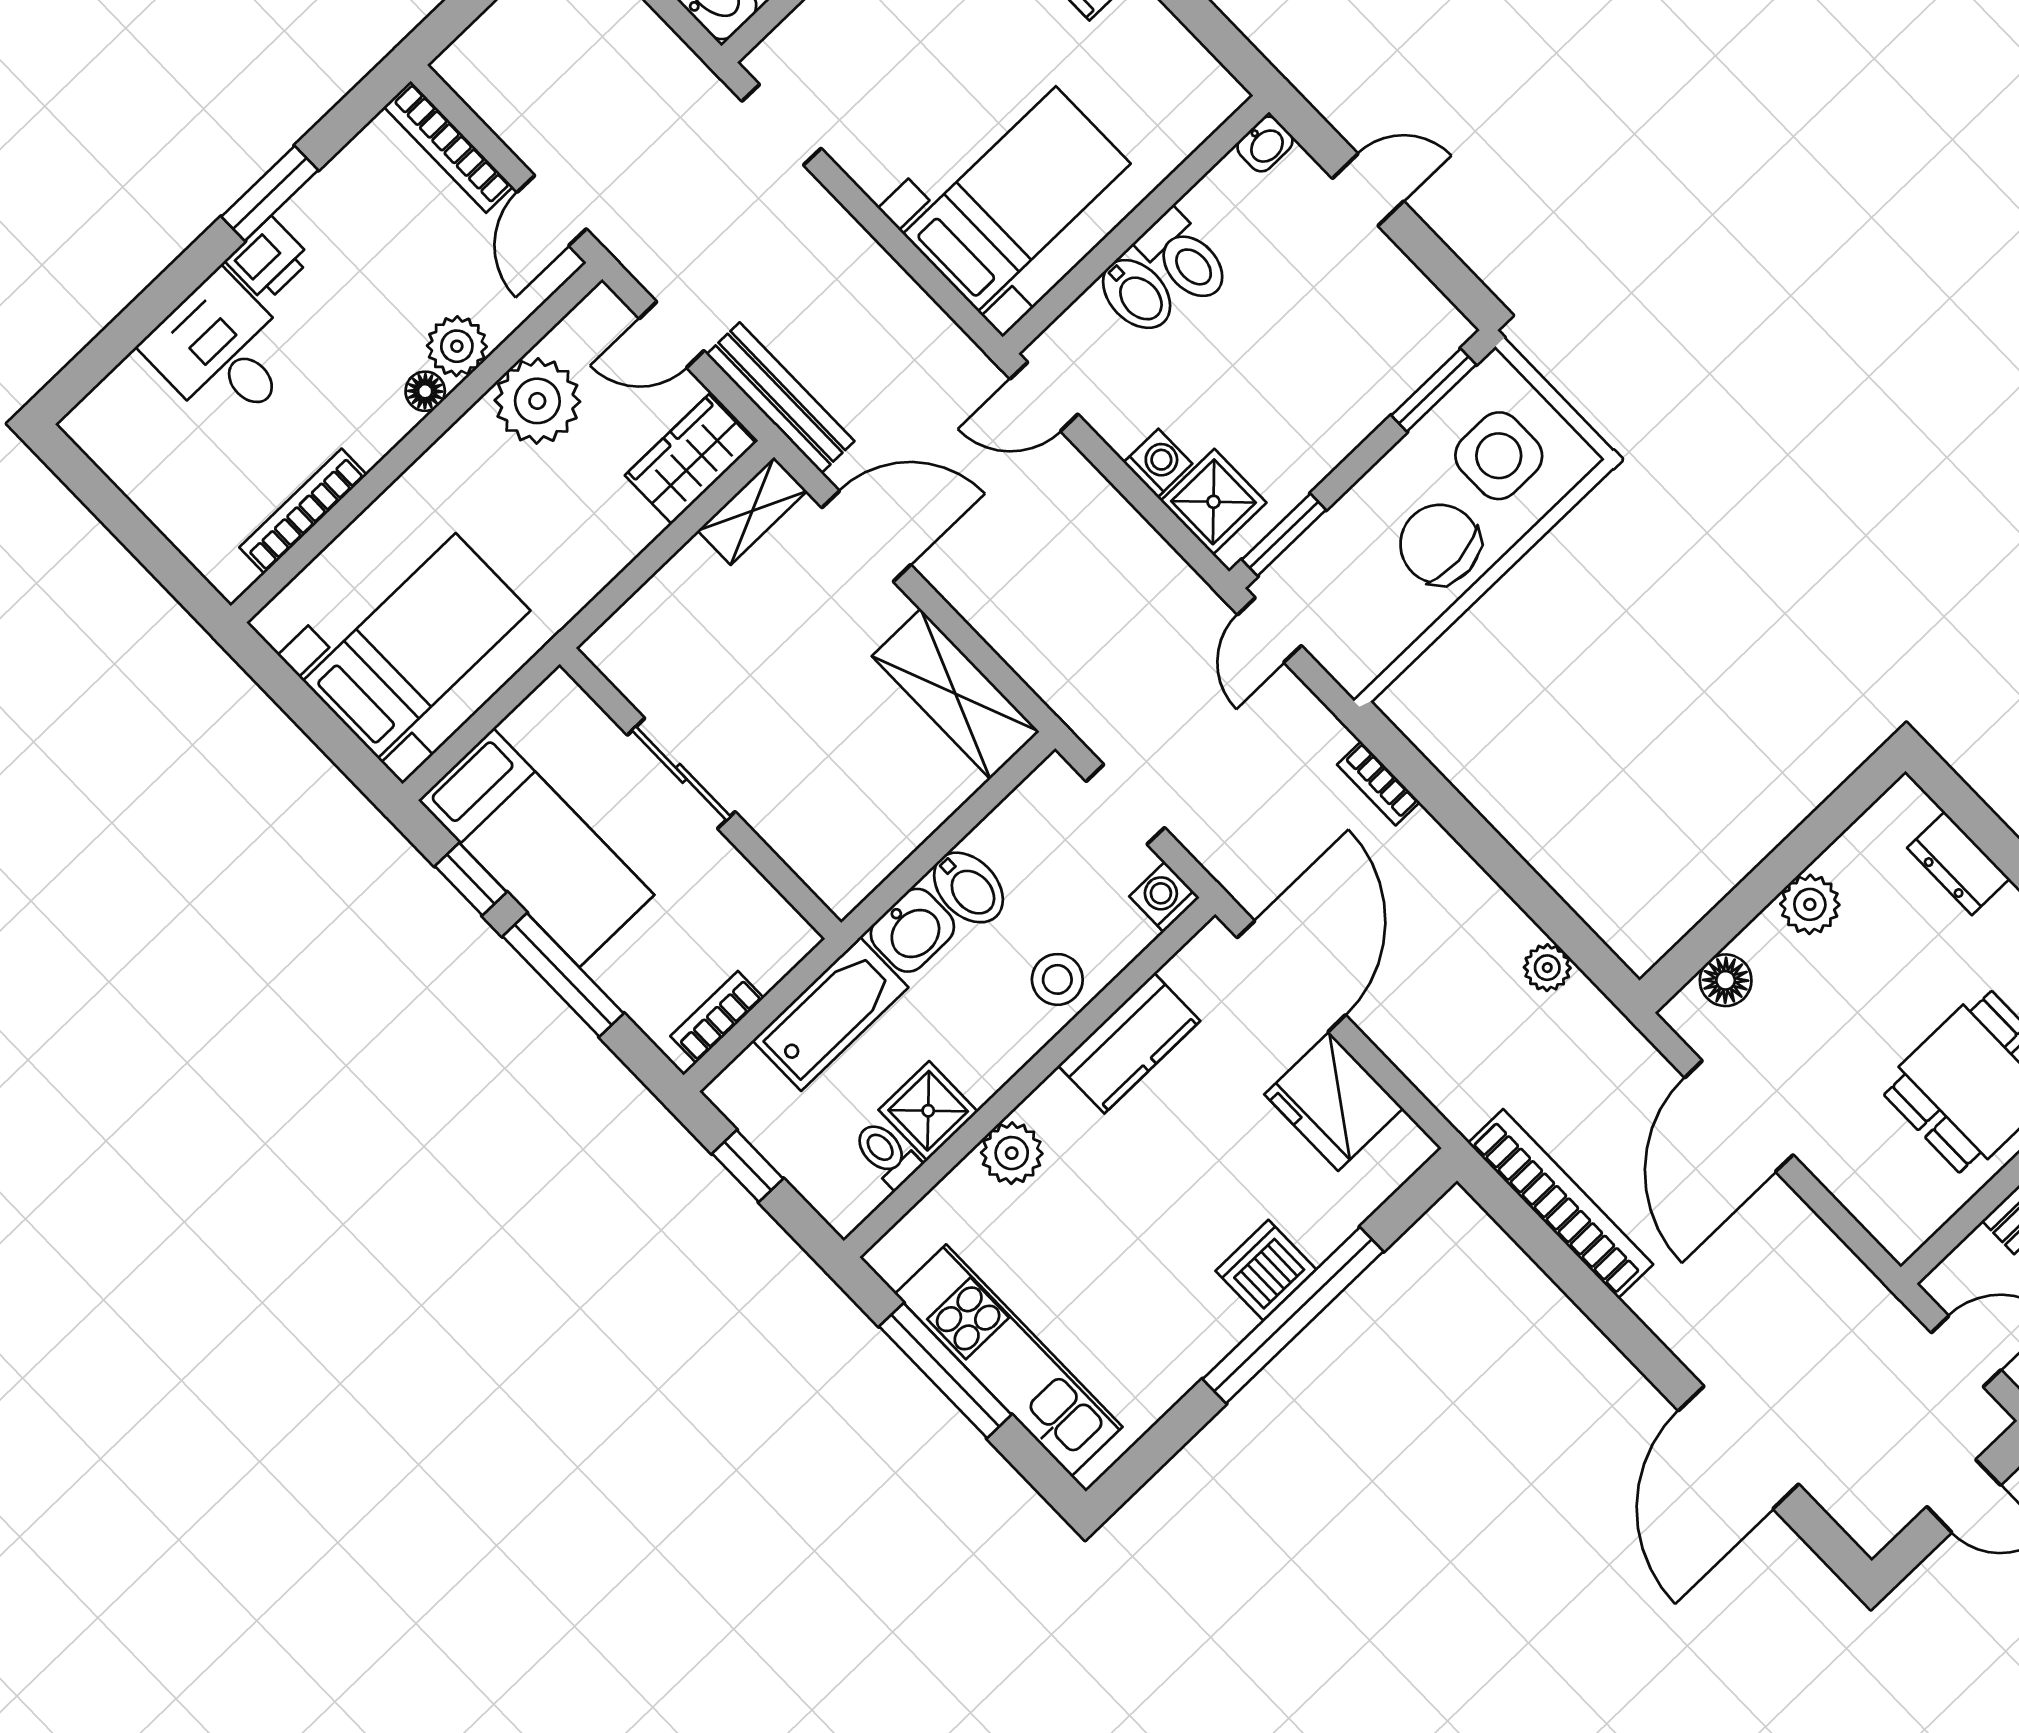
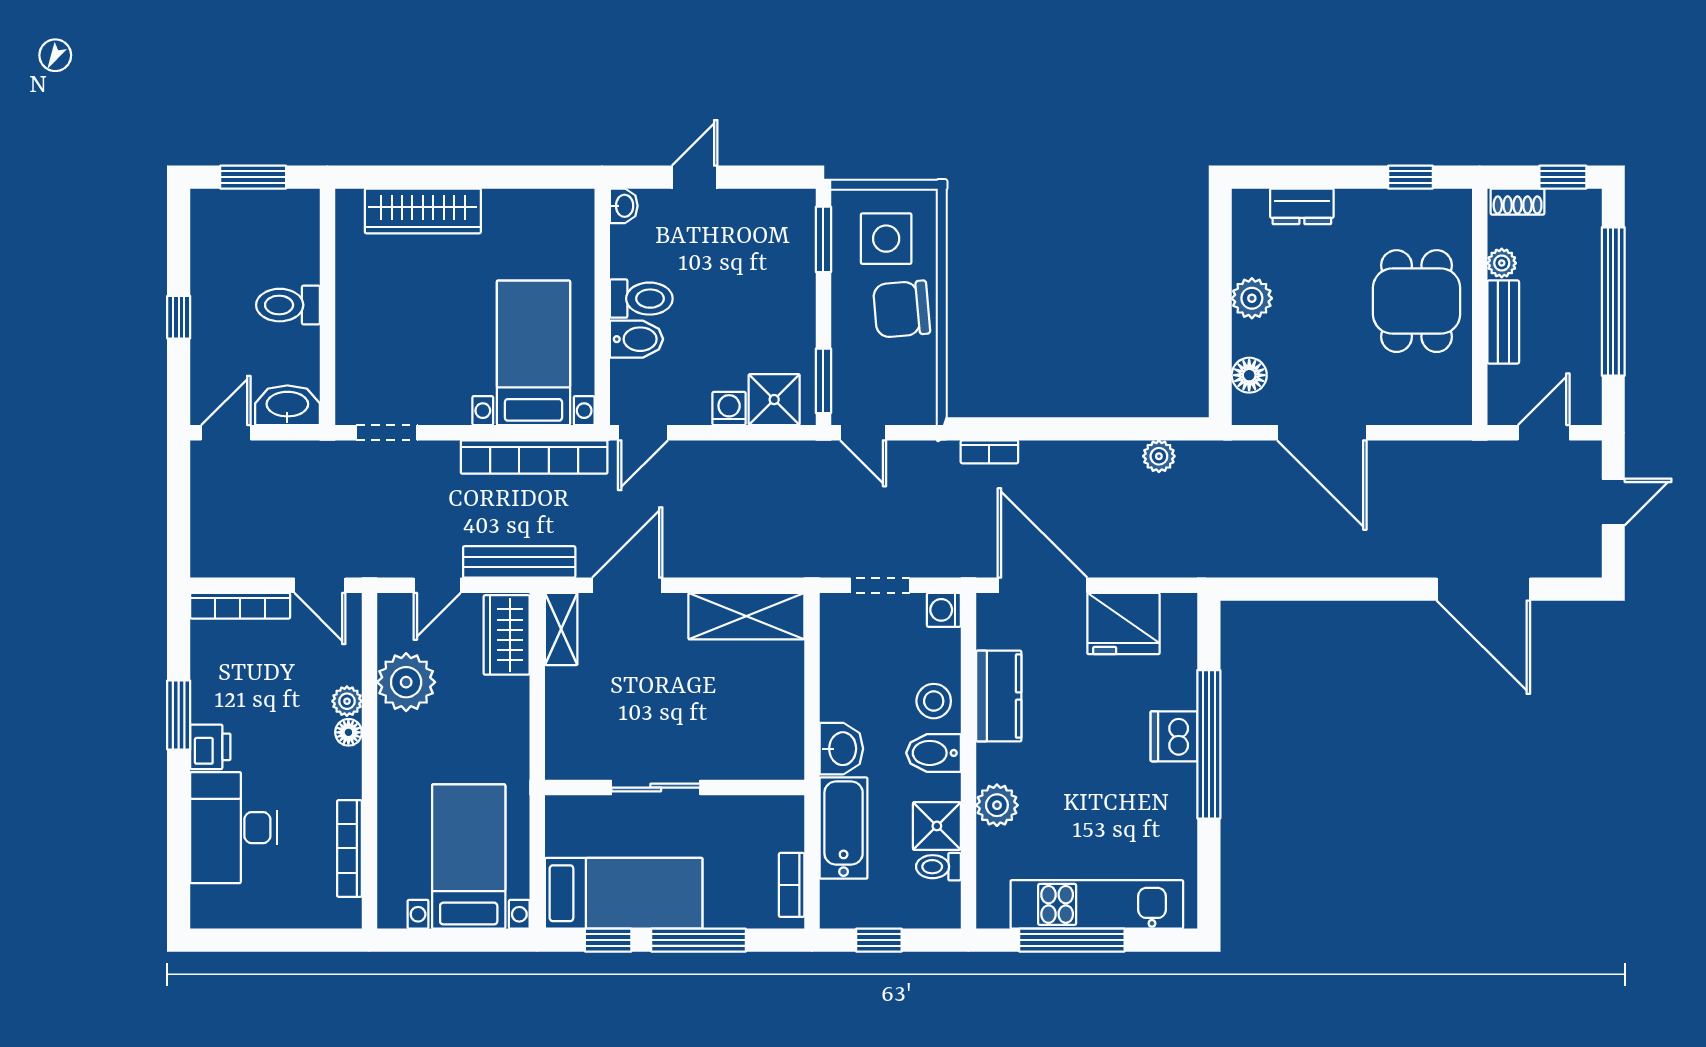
plant: (457, 346) -> (347, 701), width x0.73, depth x0.73
desk: (223, 352) -> (234, 828), width x1.37
bidet: (968, 887) -> (934, 753), moved, turned 180
bookcase: (1561, 1204) -> (534, 457), moved, turned 180

